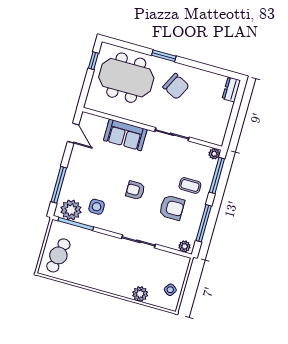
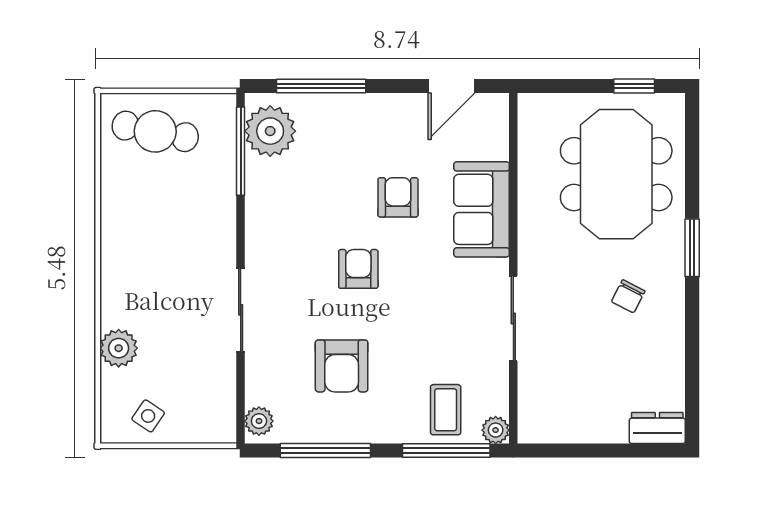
chair: (176, 86) -> (628, 296), width x0.54, depth x0.54
armchair: (111, 167) -> (398, 197), added
coffee table: (190, 185) -> (446, 410), moved
side table: (97, 207) -> (294, 189), removed

